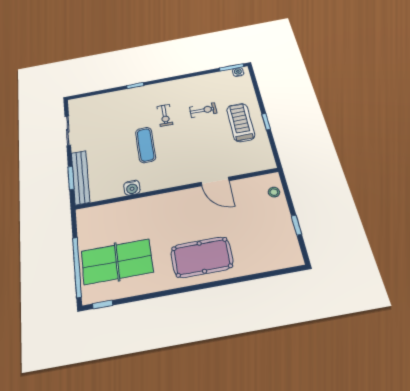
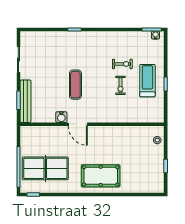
exercise bike: (165, 115) -> (120, 85), moved
door: (215, 182) -> (78, 124), moved

